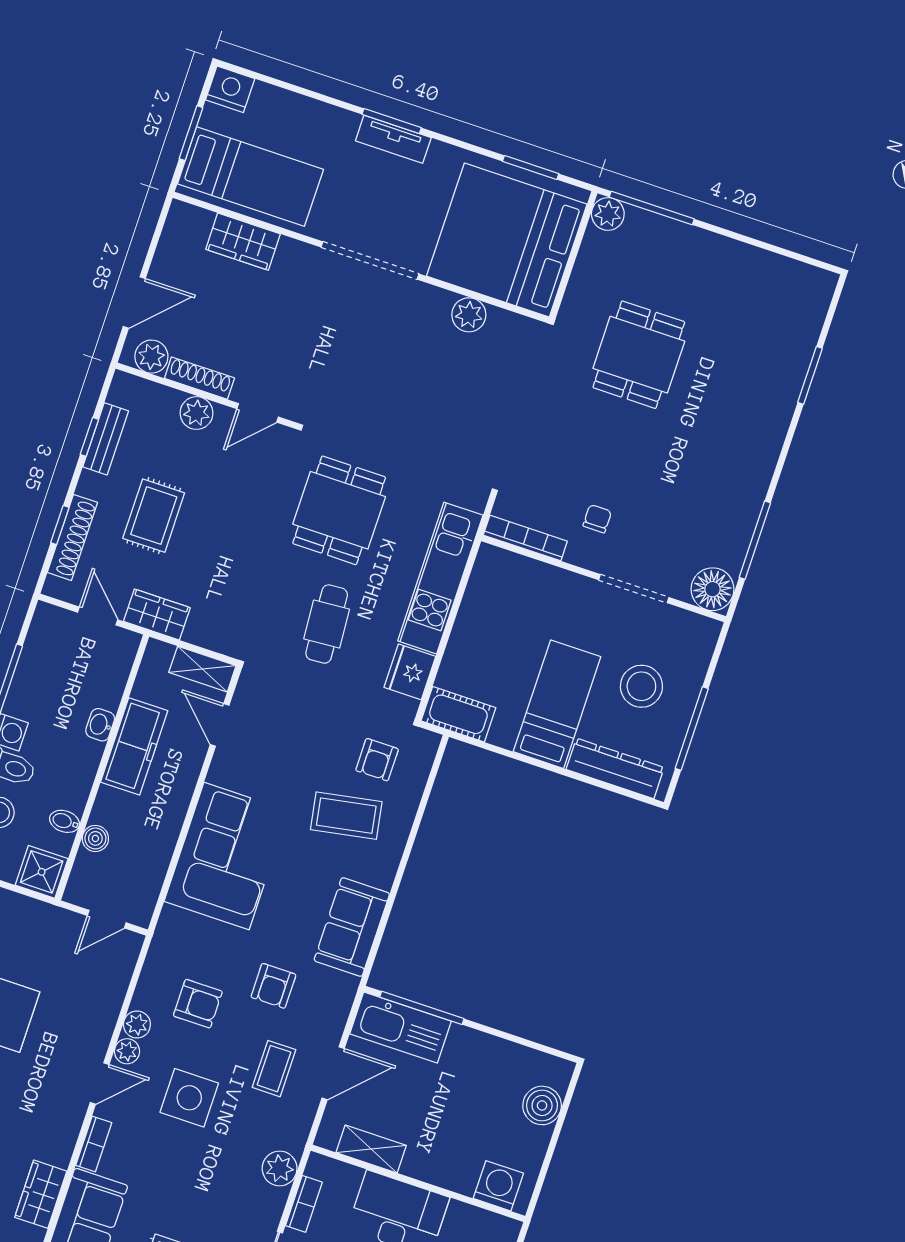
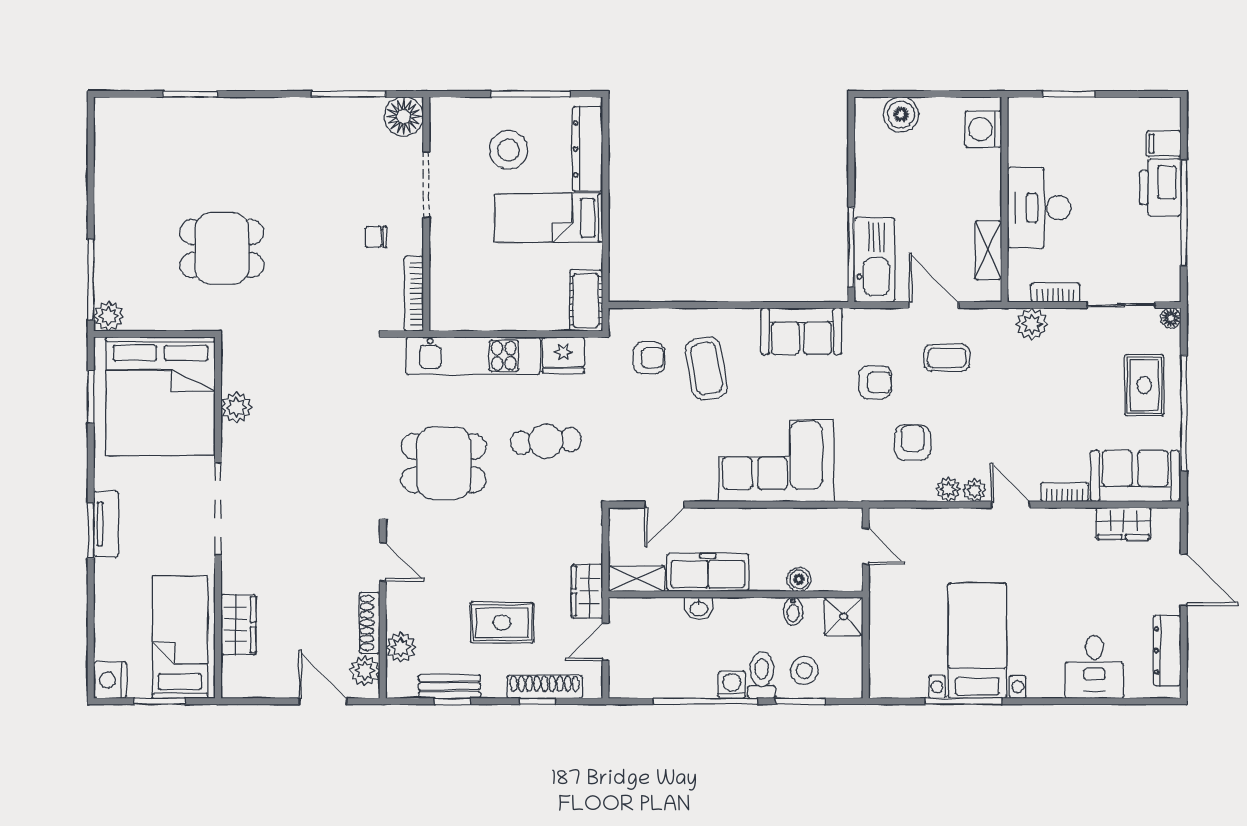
plant: (197, 413) -> (401, 647), moved
shelving: (202, 669) -> (637, 579), moved, turned 90
side table: (189, 1098) -> (997, 423), removed

